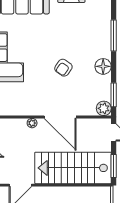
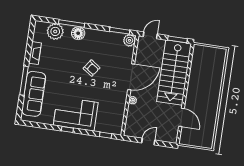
plant: (101, 17) -> (55, 31), added
floor lamp: (103, 66) -> (78, 33), moved

